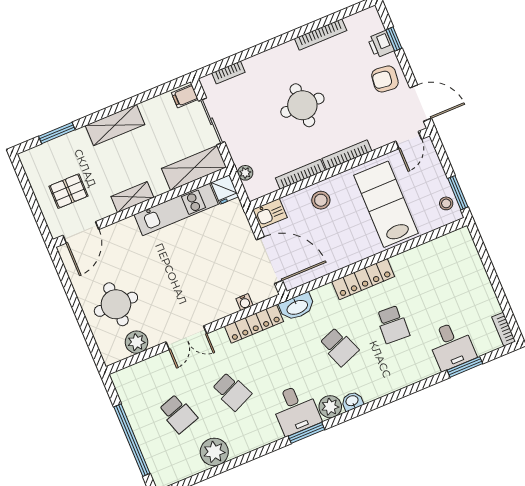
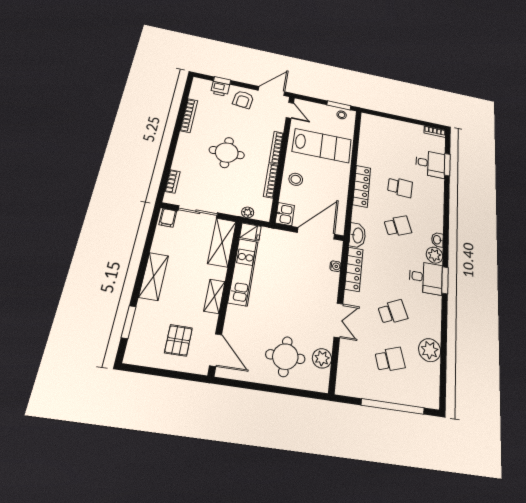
lab bench: (386, 204) -> (322, 146), turned 180

